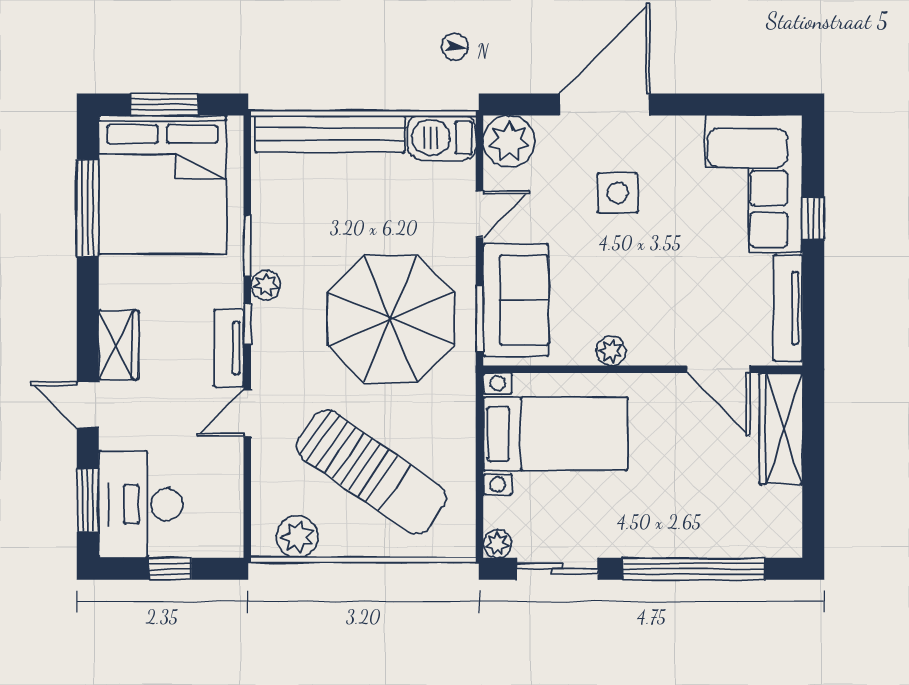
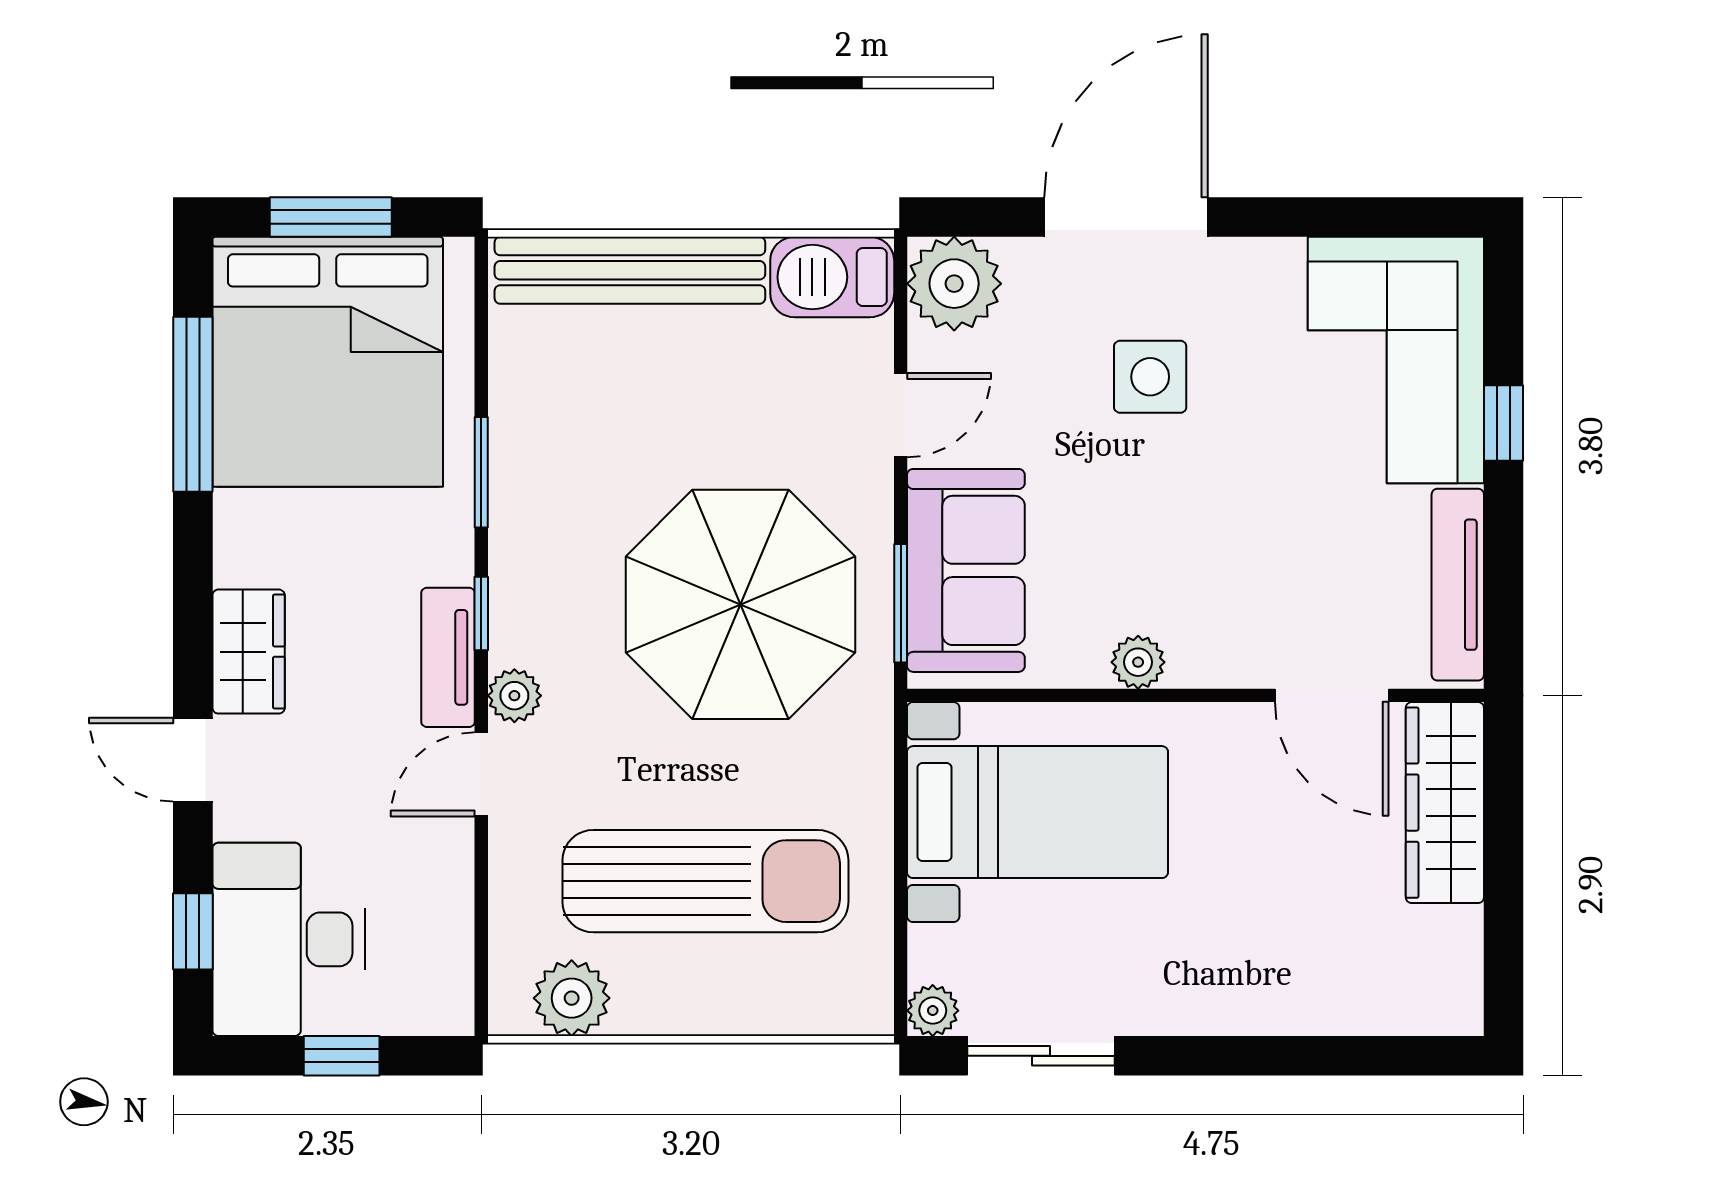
plant: (266, 285) -> (514, 696), moved
sun lounger: (372, 472) -> (705, 881), turned -35
window: (88, 500) -> (193, 931), width x0.67
window: (694, 569) -> (1288, 1056), removed

